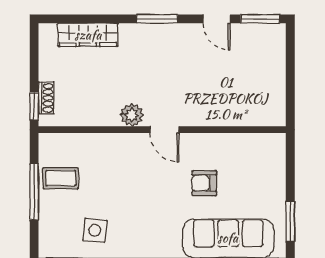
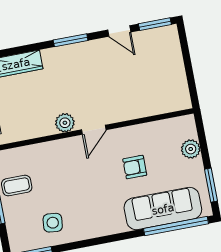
door: (164, 130) -> (94, 130), hinge flipped
plant: (274, 174) -> (191, 149), added

